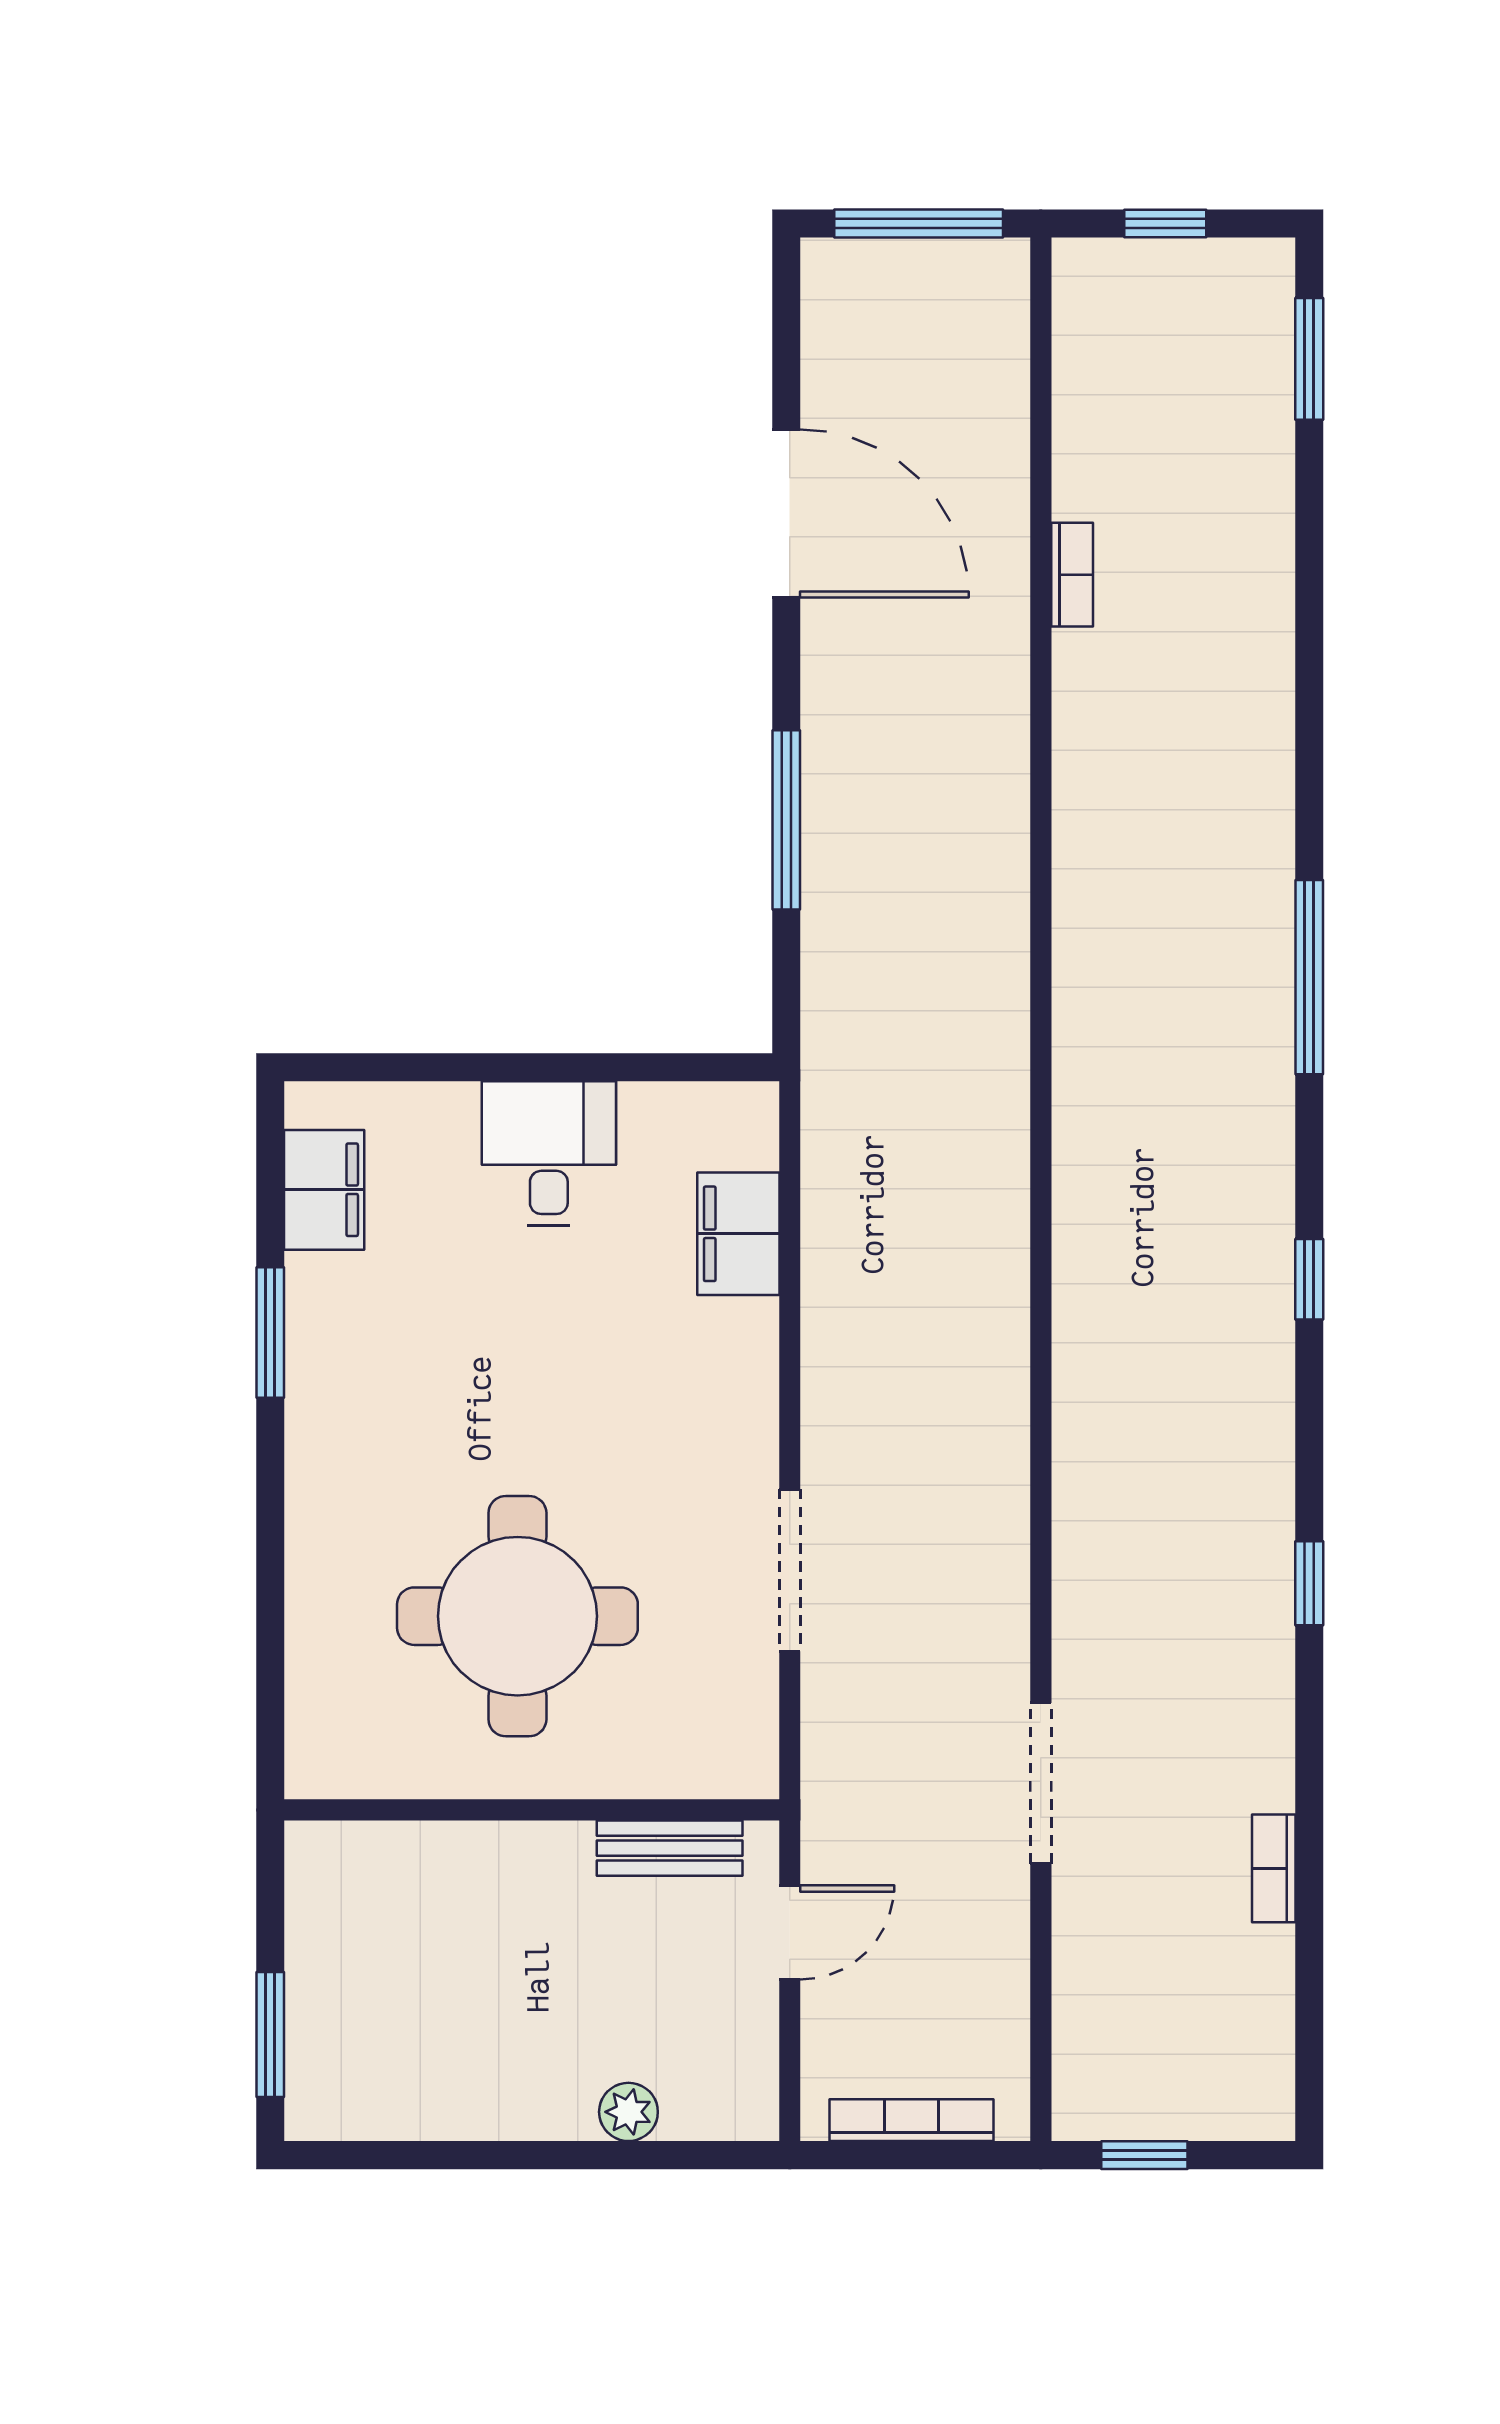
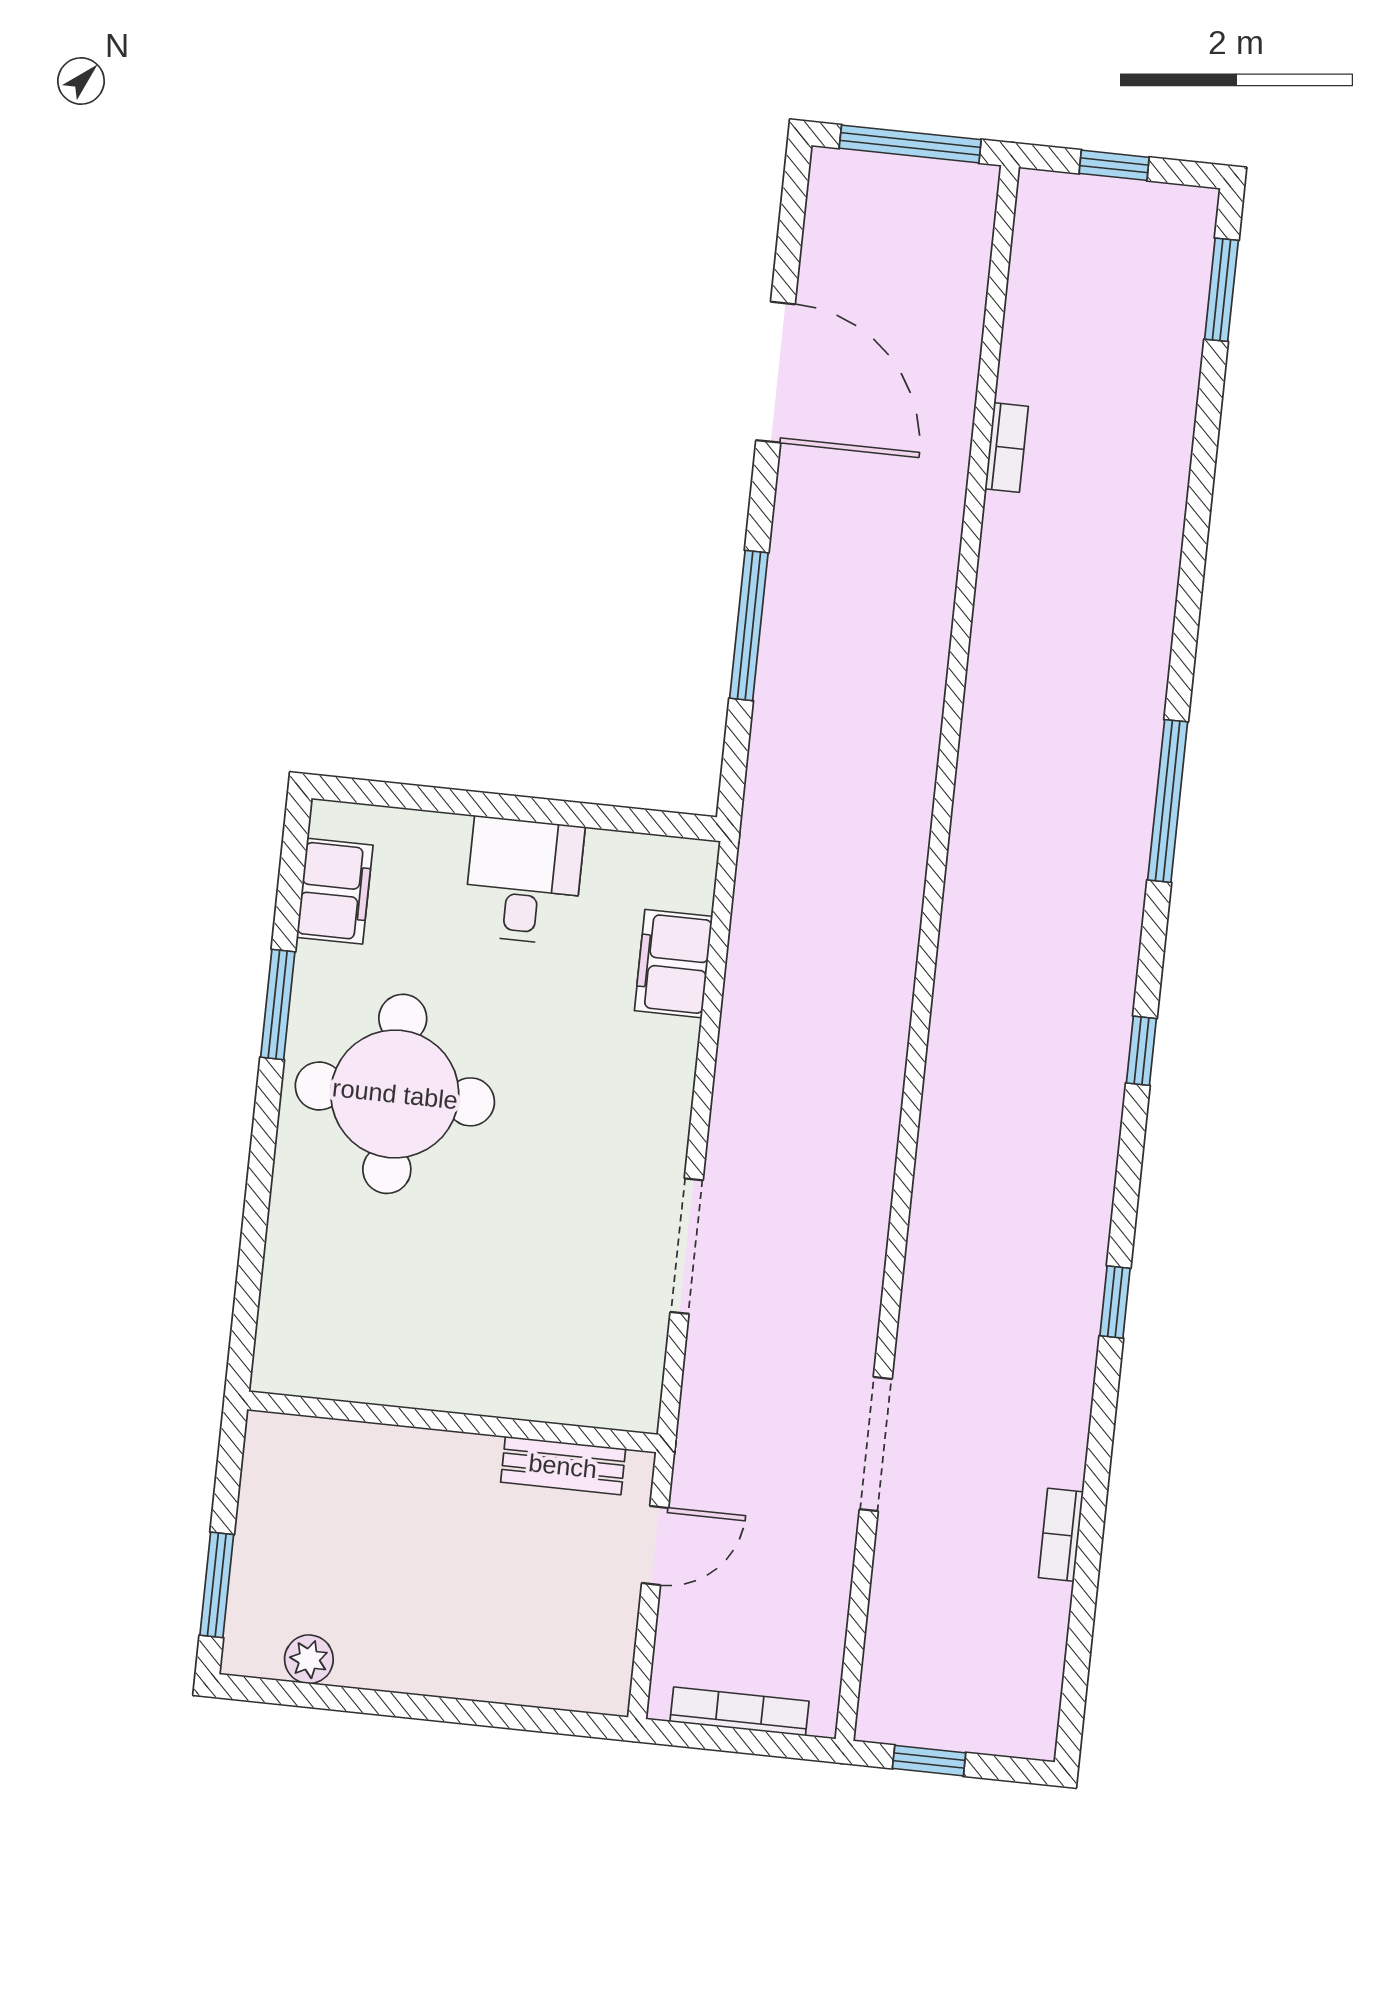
round table: (517, 1616) -> (395, 1094), moved
plant: (628, 2112) -> (309, 1659), moved

